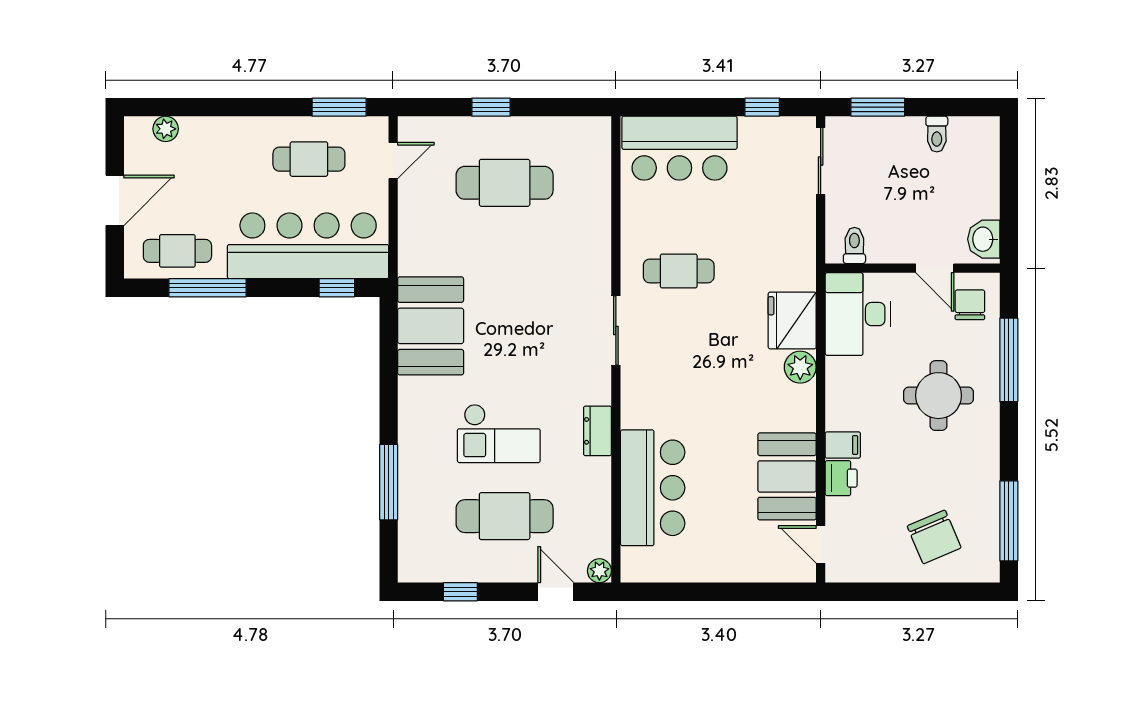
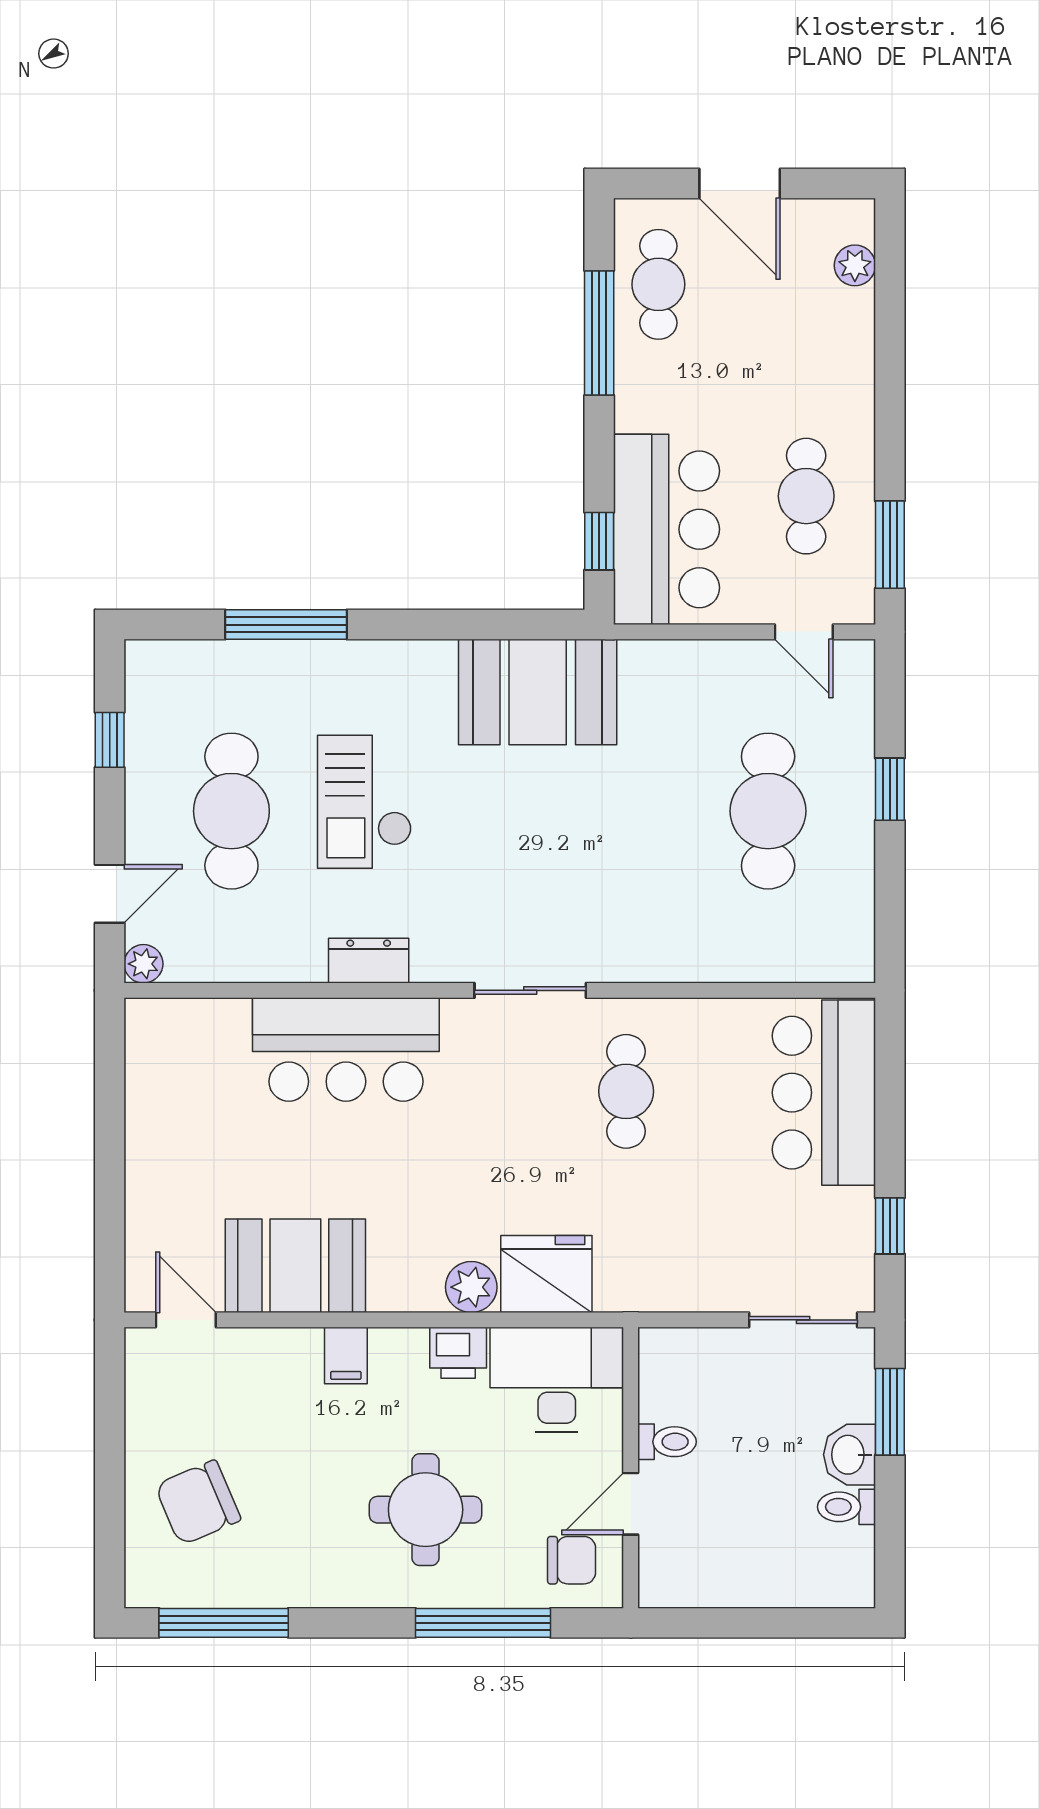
washbasin: (984, 239) -> (849, 1455), moved, turned -90
bar counter: (308, 246) -> (667, 529), width x0.73
toilet: (854, 246) -> (667, 1442), moved
printer: (841, 478) -> (458, 1353), moved
bar counter: (653, 488) -> (346, 1049), moved
door: (821, 544) -> (186, 1320), hinge flipped

